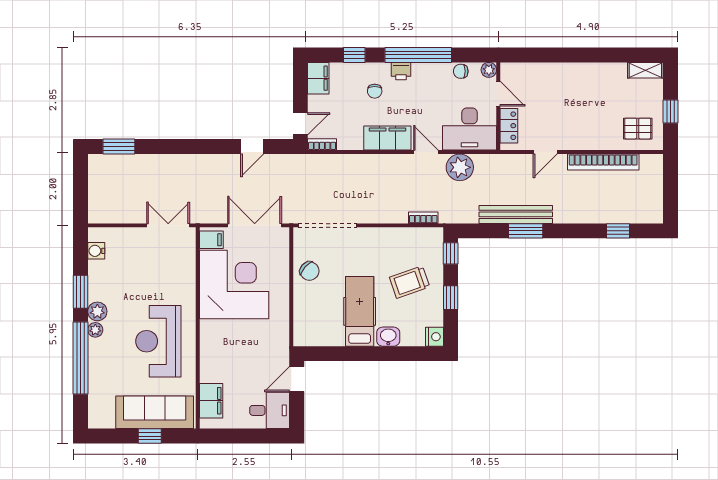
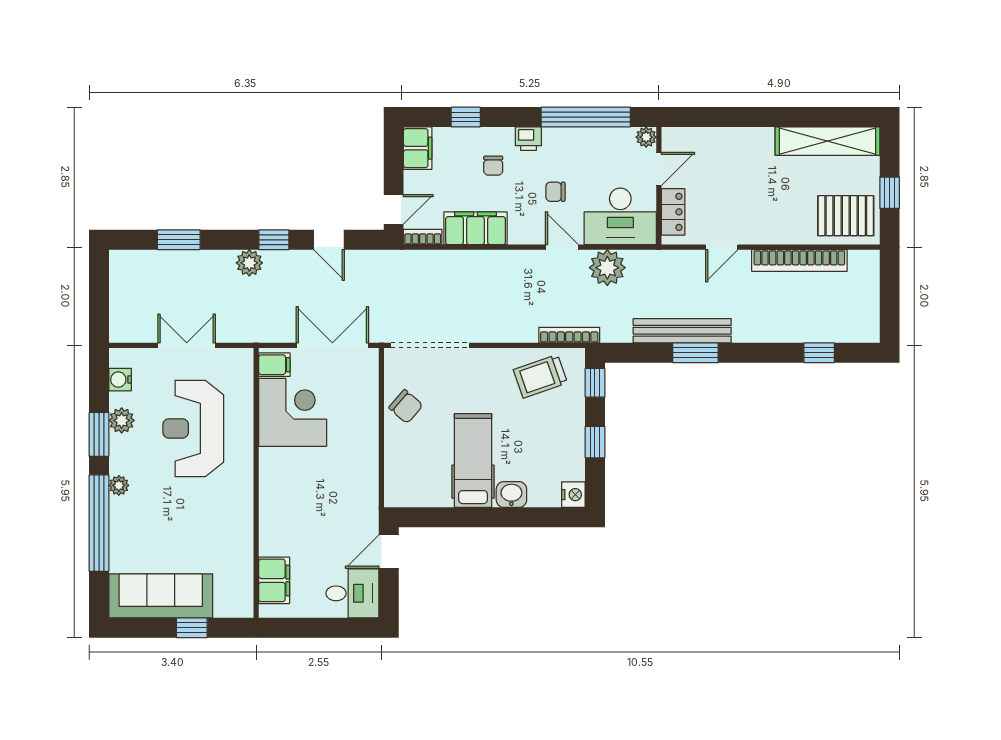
window: (418, 55) -> (586, 117), moved
shelving: (645, 70) -> (827, 141), width x2.20, depth x1.33
chair: (461, 71) -> (555, 192), moved
door: (498, 94) -> (659, 169), hinge flipped
pallet: (638, 129) -> (846, 216), width x1.50, depth x1.42
filing cabinet: (387, 138) -> (475, 228), moved
window: (119, 147) -> (179, 240), moved
window: (211, 147) -> (274, 240), added
door: (252, 147) -> (329, 240), hinge flipped
plant: (193, 164) -> (249, 263), added
bookcase: (423, 218) -> (569, 335), width x1.56
double door: (168, 225) -> (187, 345), moved
trolley: (410, 282) -> (540, 376), moved
corner desk: (234, 285) -> (293, 412), width x0.74, depth x0.74
plant: (97, 311) -> (122, 420), moved
reception desk: (158, 341) -> (193, 428), moved
sofa: (155, 412) -> (161, 596), moved

